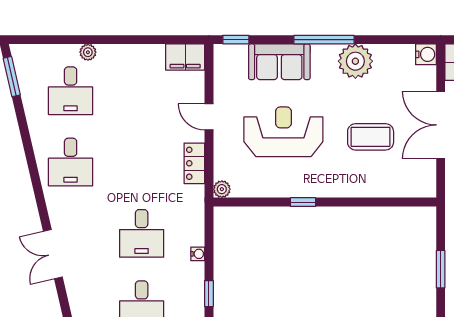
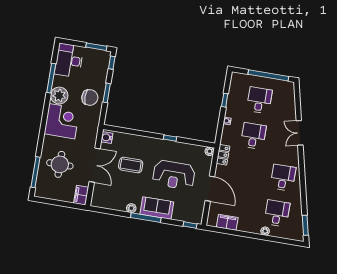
water cooler: (426, 54) -> (107, 138), moved
filing cabinet: (185, 57) -> (227, 222), moved
plant: (355, 61) -> (131, 208), width x0.53, depth x0.53
sofa: (279, 62) -> (157, 208), moved
door: (209, 117) -> (210, 189), width x1.87
locker: (194, 163) -> (223, 155), moved
double door: (53, 254) -> (300, 133), swing flipped

